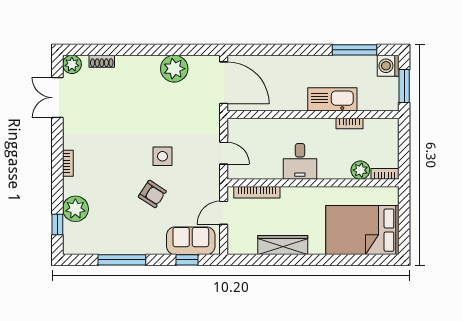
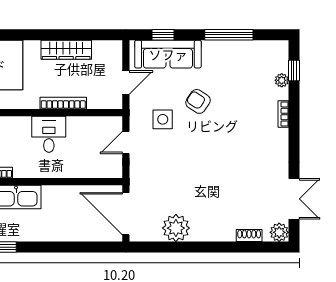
door: (224, 153) -> (126, 143), hinge flipped
side table: (162, 156) -> (163, 119), moved
bookcase: (68, 163) -> (283, 114), moved
bookcase: (257, 192) -> (63, 103), moved
plant: (75, 209) -> (282, 80), width x0.53, depth x0.53
sofa: (191, 241) -> (168, 54), width x1.36

